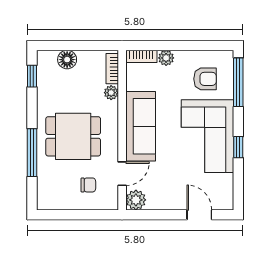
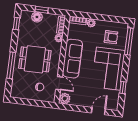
window: (74, 46) -> (42, 10), added
window: (238, 147) -> (123, 88), moved
door: (122, 174) -> (59, 83), hinge flipped
door: (199, 215) -> (98, 111), hinge flipped

